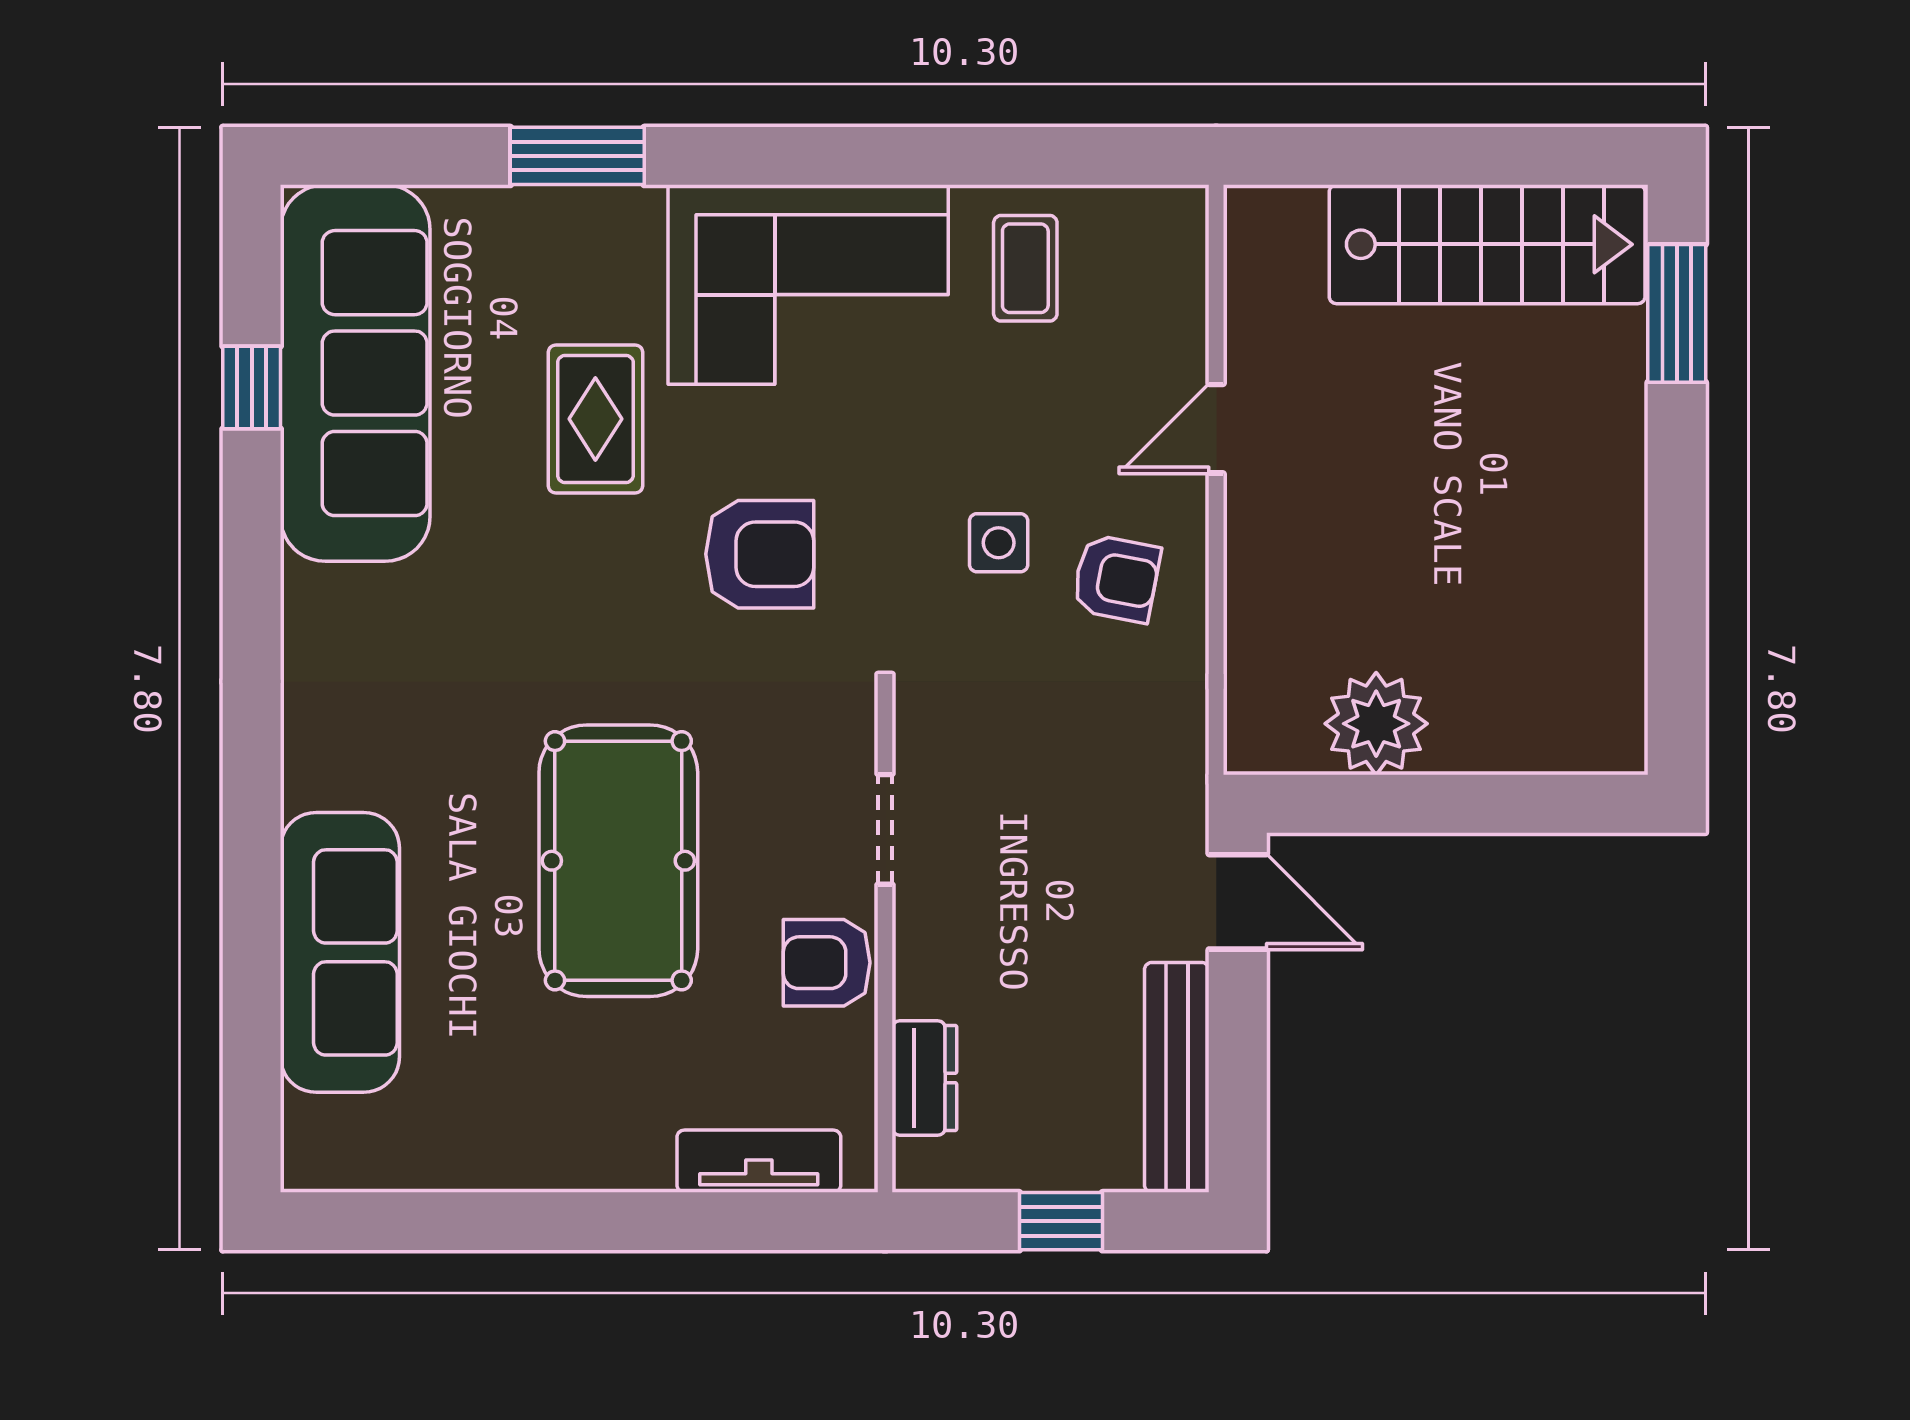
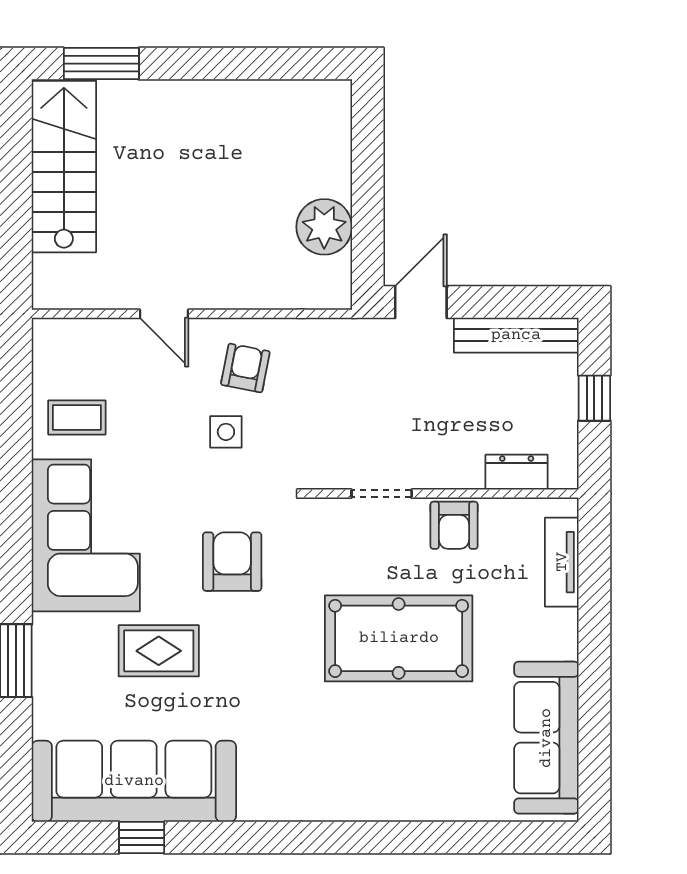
sofa: (340, 952) -> (546, 738), moved, turned -90

